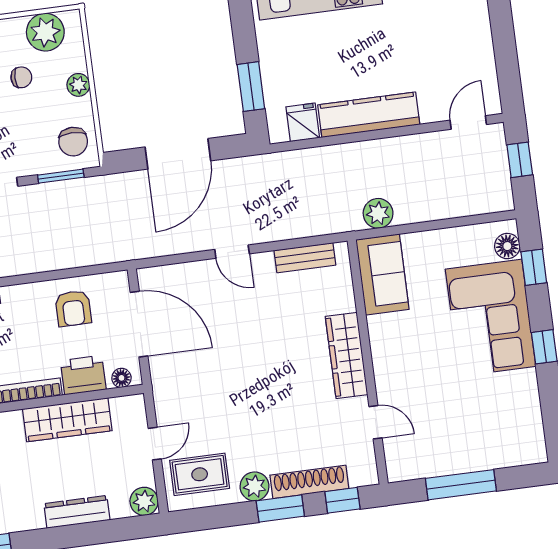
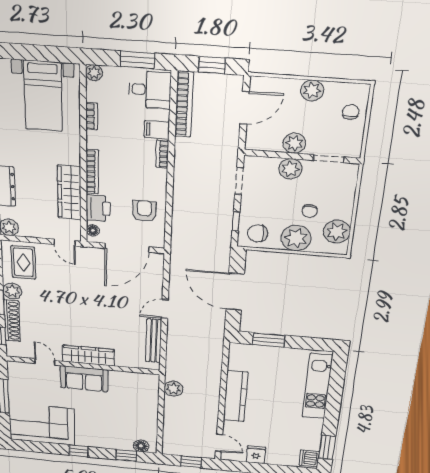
plant: (78, 85) -> (296, 238), width x1.88, depth x1.88
fridge: (303, 122) -> (256, 455), moved, turned -90
window: (61, 176) -> (236, 221), width x0.67
bench: (305, 258) -> (154, 341), width x1.36
sofa: (382, 274) -> (84, 379), moved
armchair: (73, 308) -> (144, 211), turned 90
corner sofa: (491, 318) -> (42, 424), moved
door: (376, 422) -> (45, 362), swing flipped
door: (155, 444) -> (65, 243), moved

